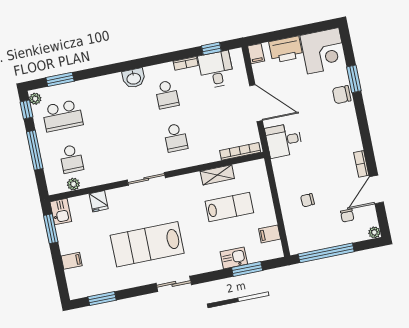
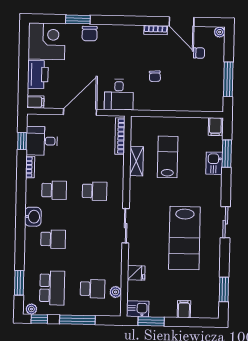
school desk: (115, 105) -> (53, 239), added
chair: (307, 200) -> (155, 76), moved
filing cabinet: (270, 234) -> (215, 127), moved
window: (326, 253) -> (228, 79), width x0.68

